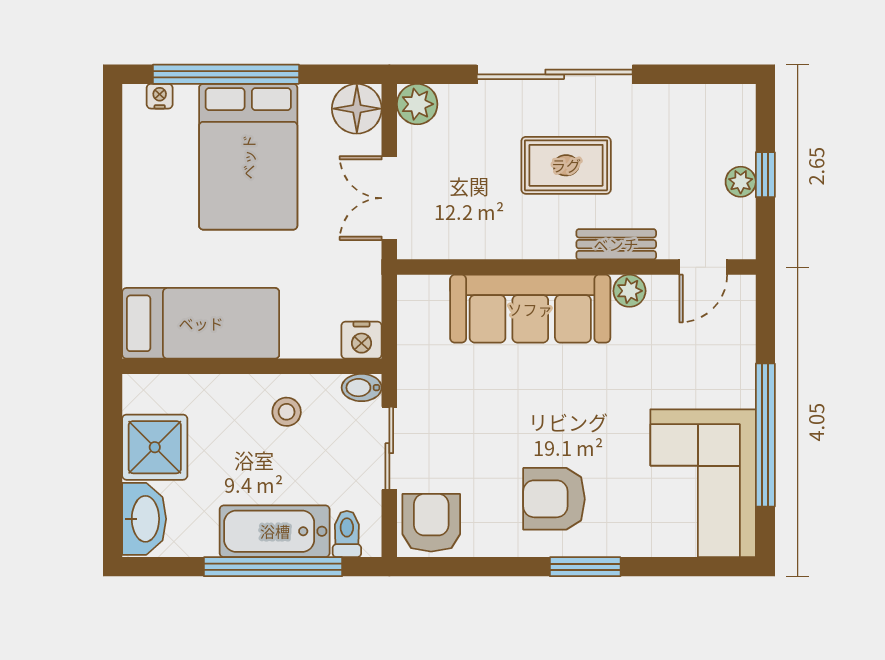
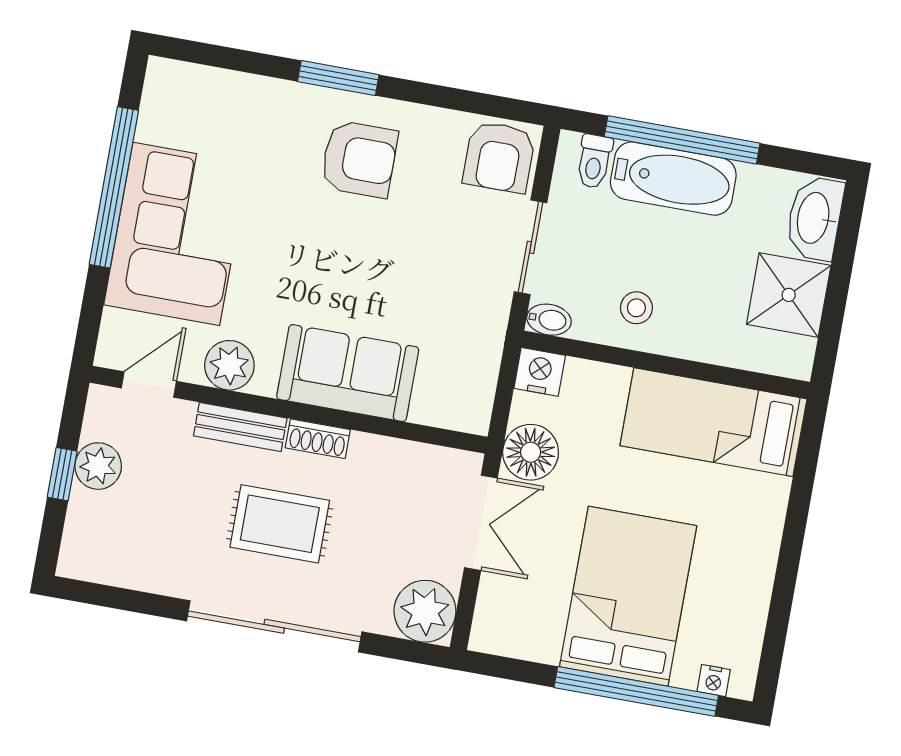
plant: (417, 104) -> (425, 611), width x1.36, depth x1.36
floor lamp: (357, 109) -> (531, 452), moved
plant: (741, 182) -> (98, 466), width x1.38, depth x1.38
shoe rack: (546, 246) -> (318, 439), added
plant: (629, 291) -> (229, 365), width x1.38, depth x1.38
sofa: (530, 309) -> (348, 373), width x0.73
corner sofa: (703, 483) -> (176, 234), moved

